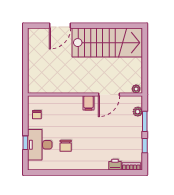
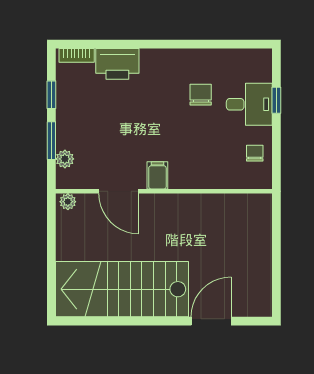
door: (109, 94) -> (119, 191), swing flipped
desk: (40, 145) -> (249, 104), width x0.73
printer: (115, 165) -> (117, 64), width x1.87, depth x1.48

